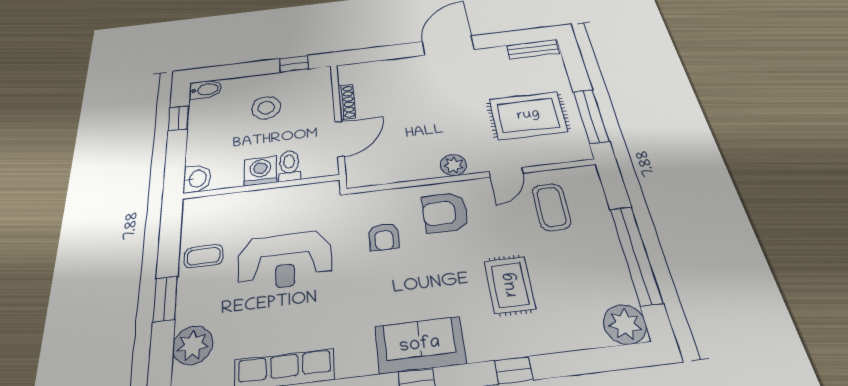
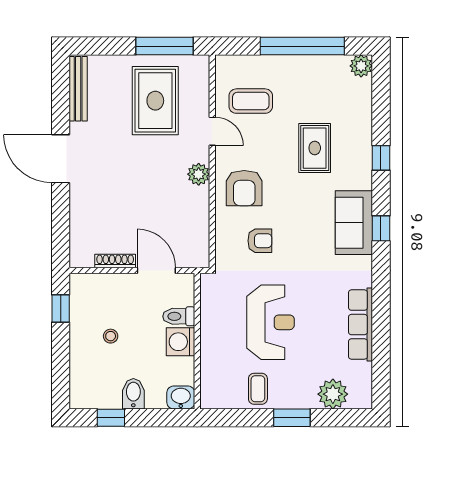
bench: (533, 49) -> (78, 89), width x1.36
bidet: (206, 90) -> (133, 394), moved
stool: (266, 108) -> (111, 336), width x0.53, depth x0.53
rug: (510, 285) -> (315, 148), turned 90
plant: (625, 324) -> (361, 66), width x0.73, depth x0.73

